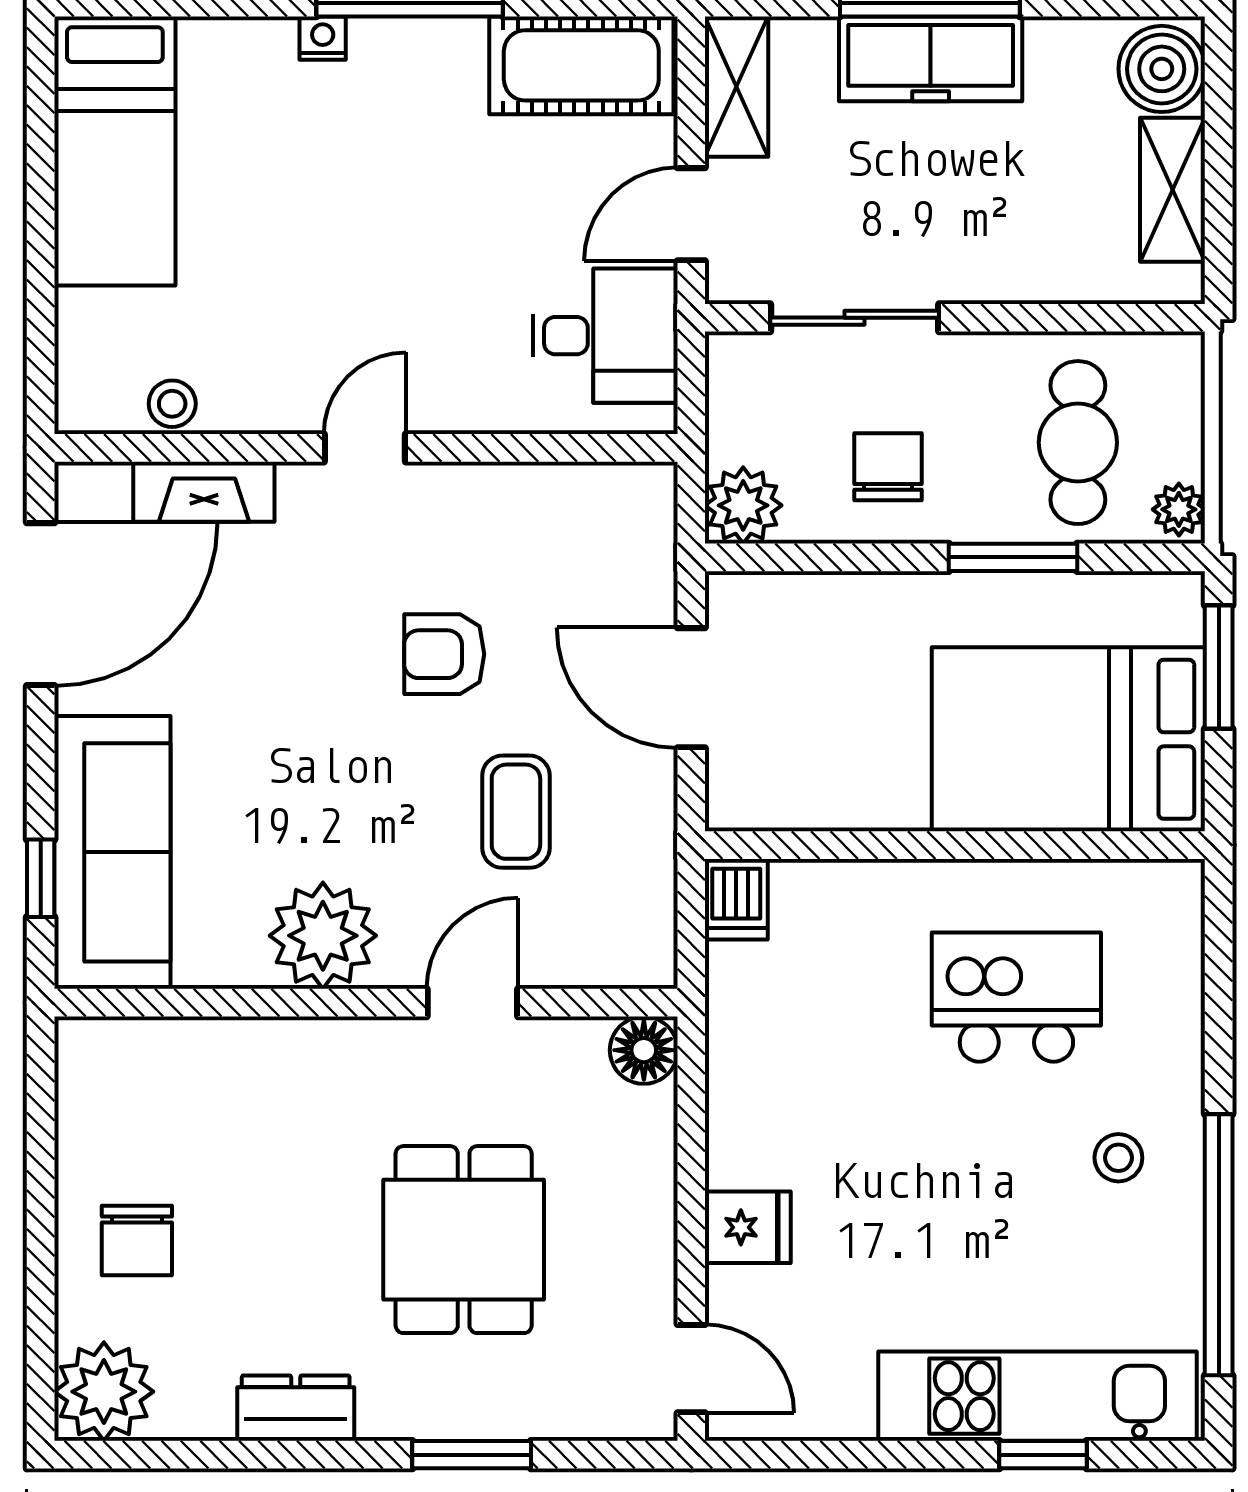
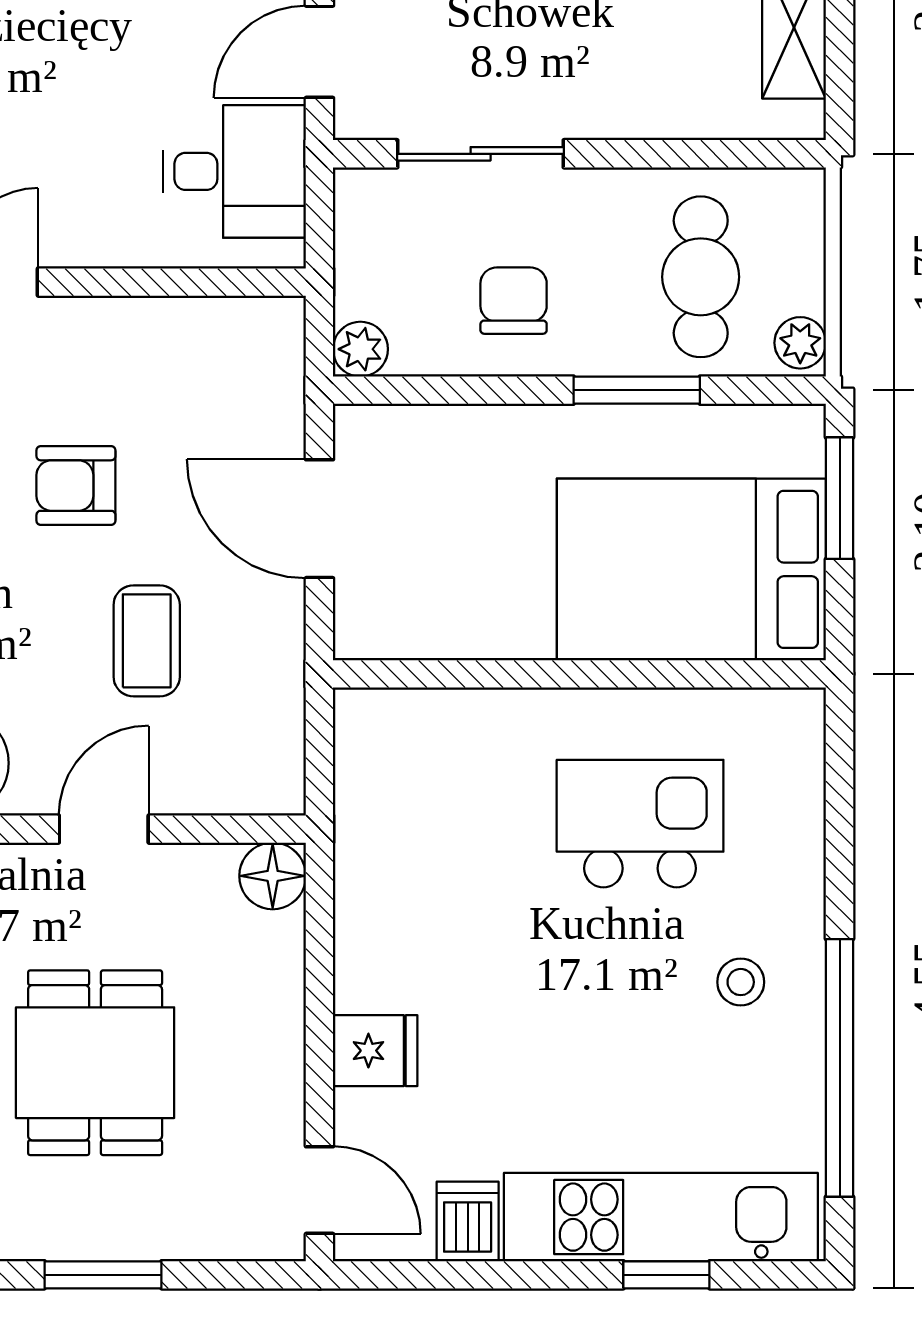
plant: (743, 505) -> (360, 349), width x0.73, depth x0.73
dishwasher: (736, 899) -> (468, 1221), moved, turned 180

